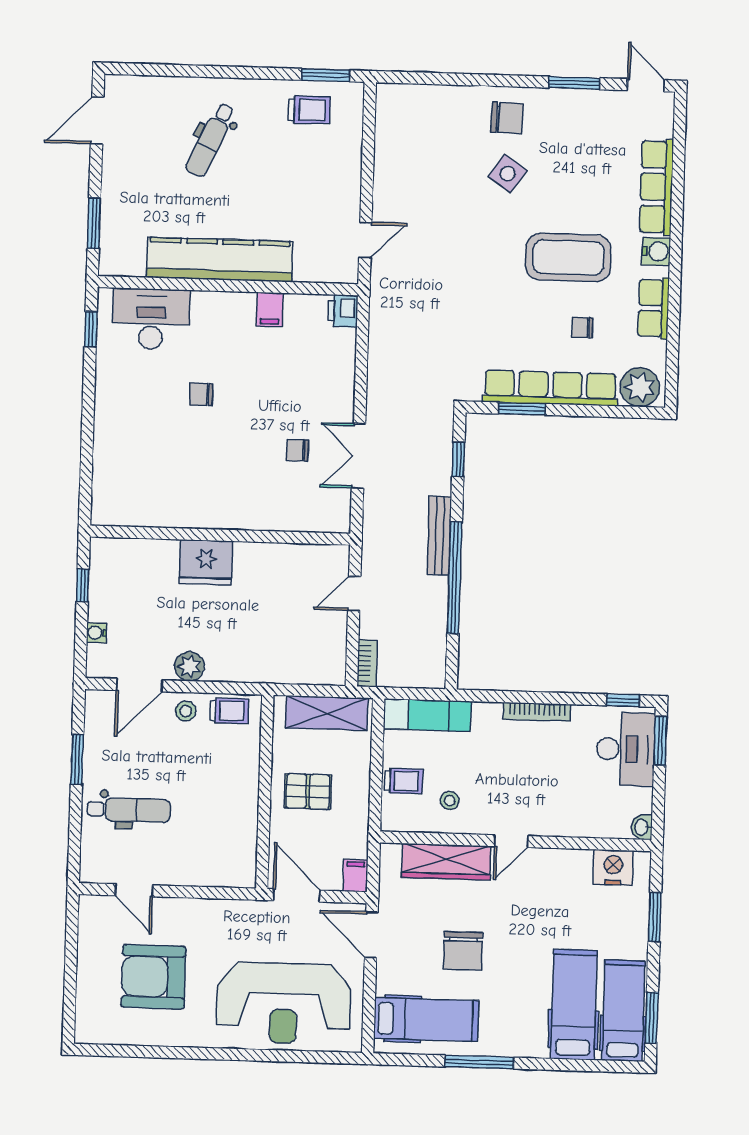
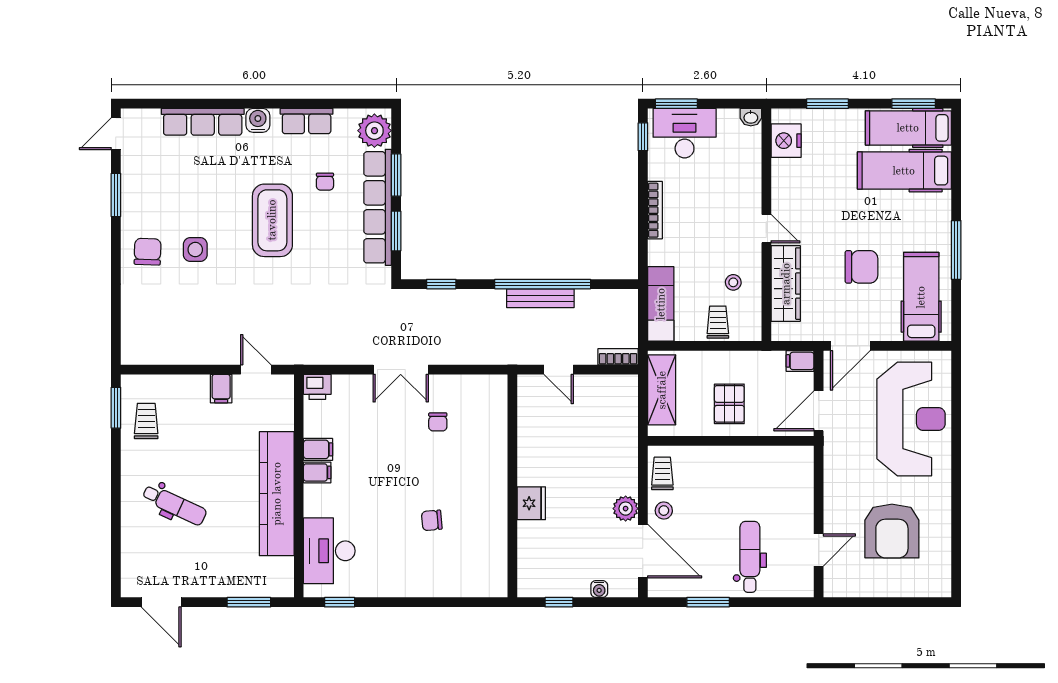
side table: (508, 174) -> (195, 250), turned -35
filing cabinet: (344, 199) -> (221, 389), added
coffee table: (568, 258) -> (272, 220), moved
filing cabinet: (243, 308) -> (317, 472), added
chair: (201, 394) -> (432, 520), moved, turned 85
window: (587, 411) -> (396, 175), added
double door: (359, 456) -> (401, 370), moved
bench: (439, 536) -> (540, 298), moved
fridge: (206, 562) -> (531, 503), width x0.73, depth x0.75
door: (139, 685) -> (643, 551), width x1.36

